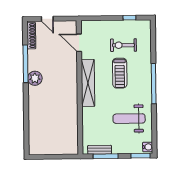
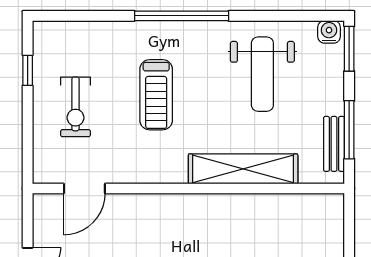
exercise bike: (123, 45) -> (75, 107), moved
treadmill: (120, 73) -> (156, 95), turned 90
shelving: (88, 83) -> (243, 169), moved

